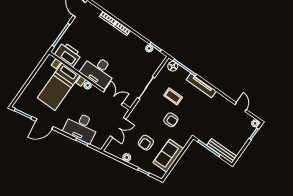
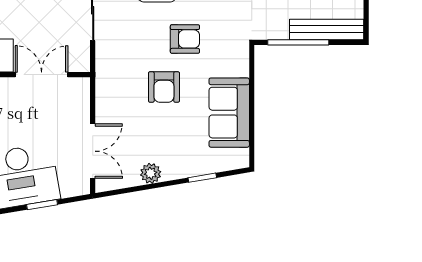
double door: (118, 127) -> (93, 151), moved
armchair: (146, 143) -> (164, 87), moved

